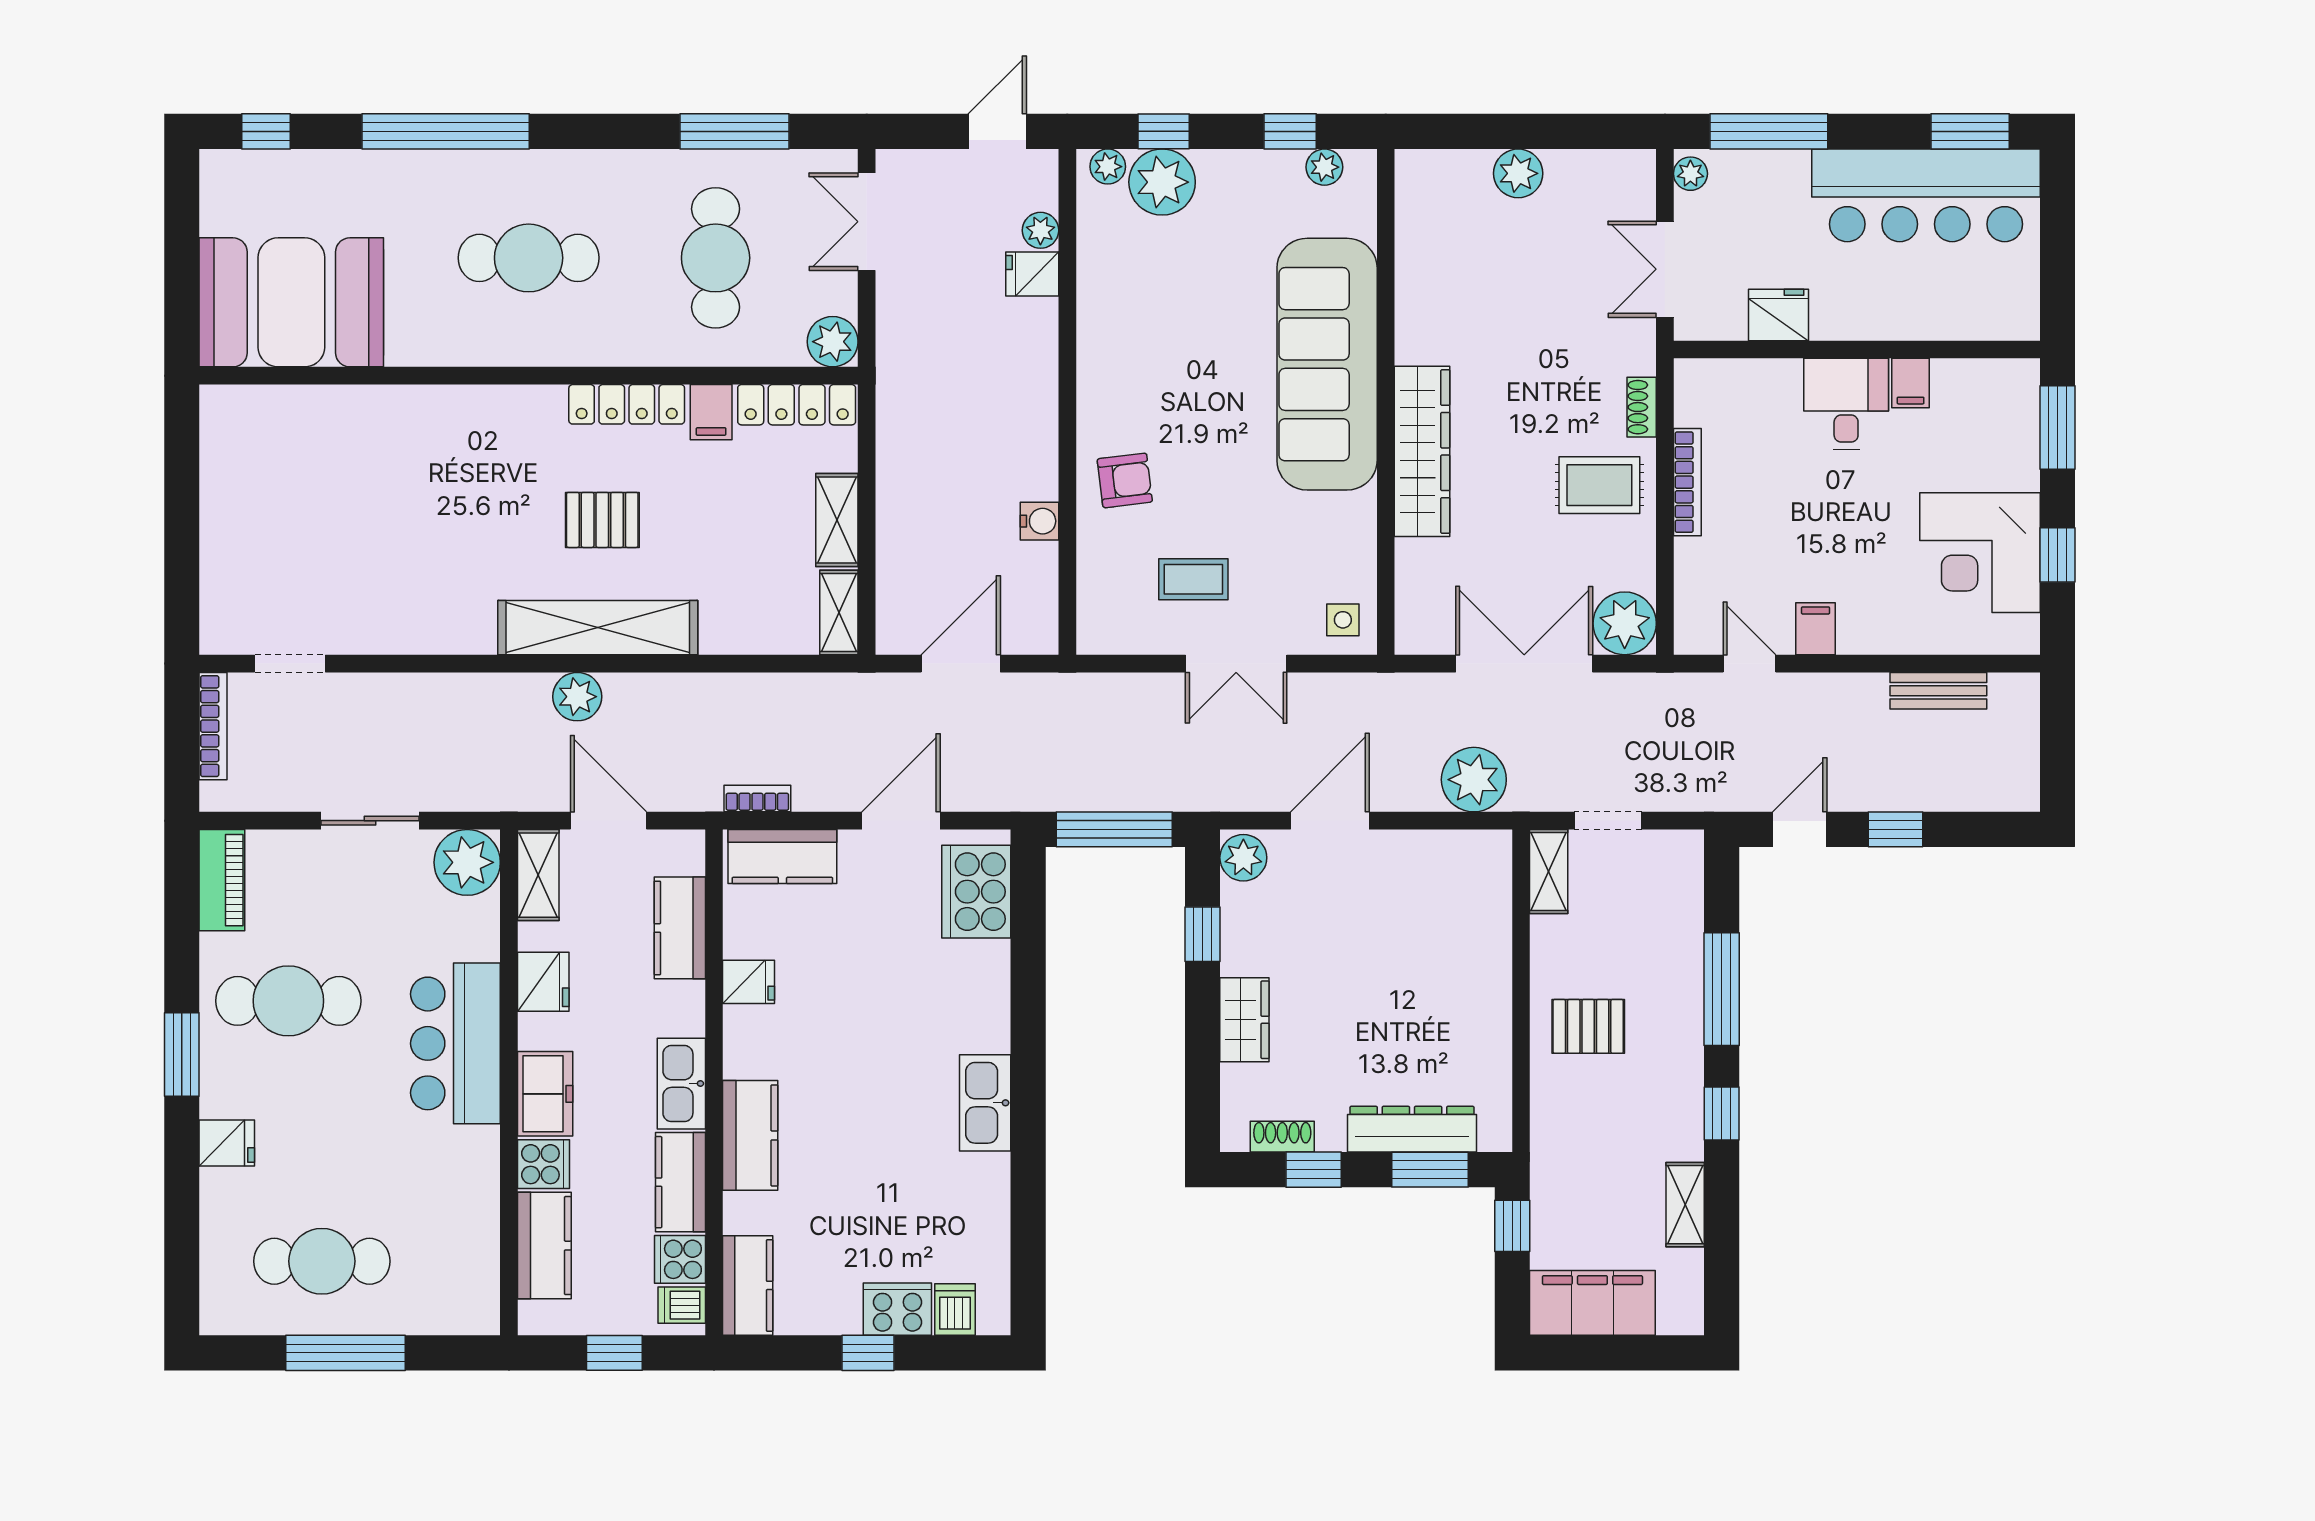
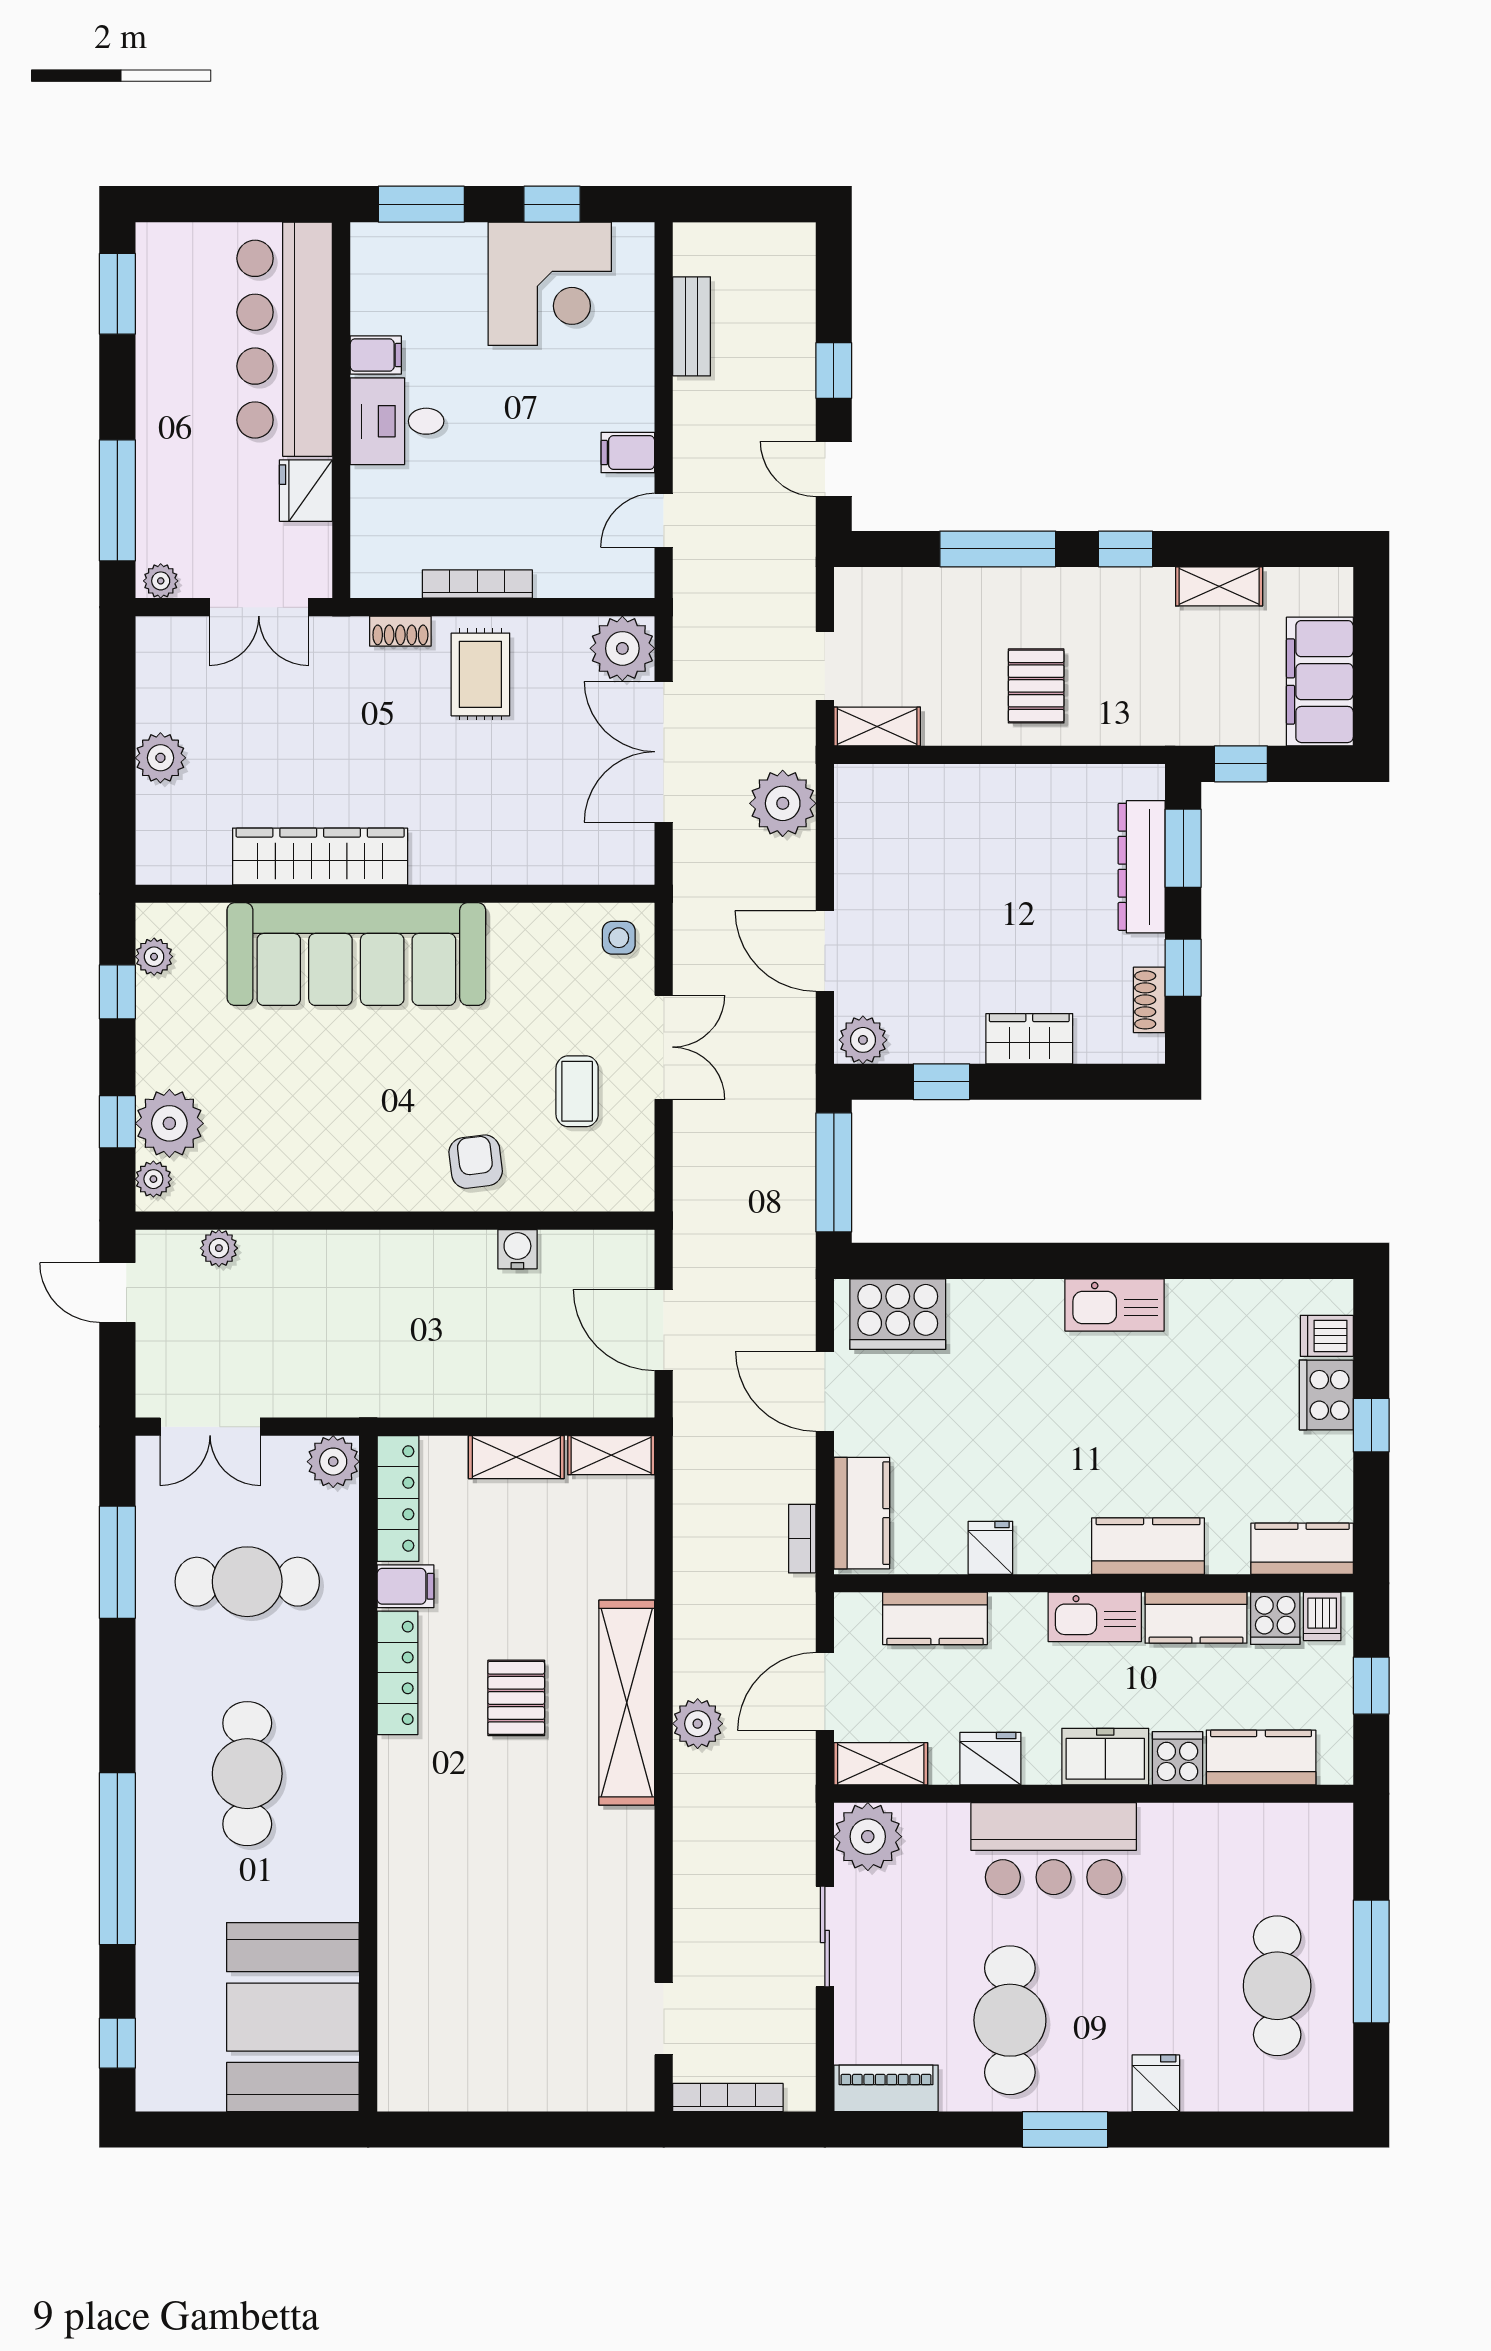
bar counter: (1926, 195) -> (285, 339), moved, turned 180
fridge: (1032, 274) -> (264, 1257), removed
wardrobe: (1422, 451) -> (320, 856), moved

